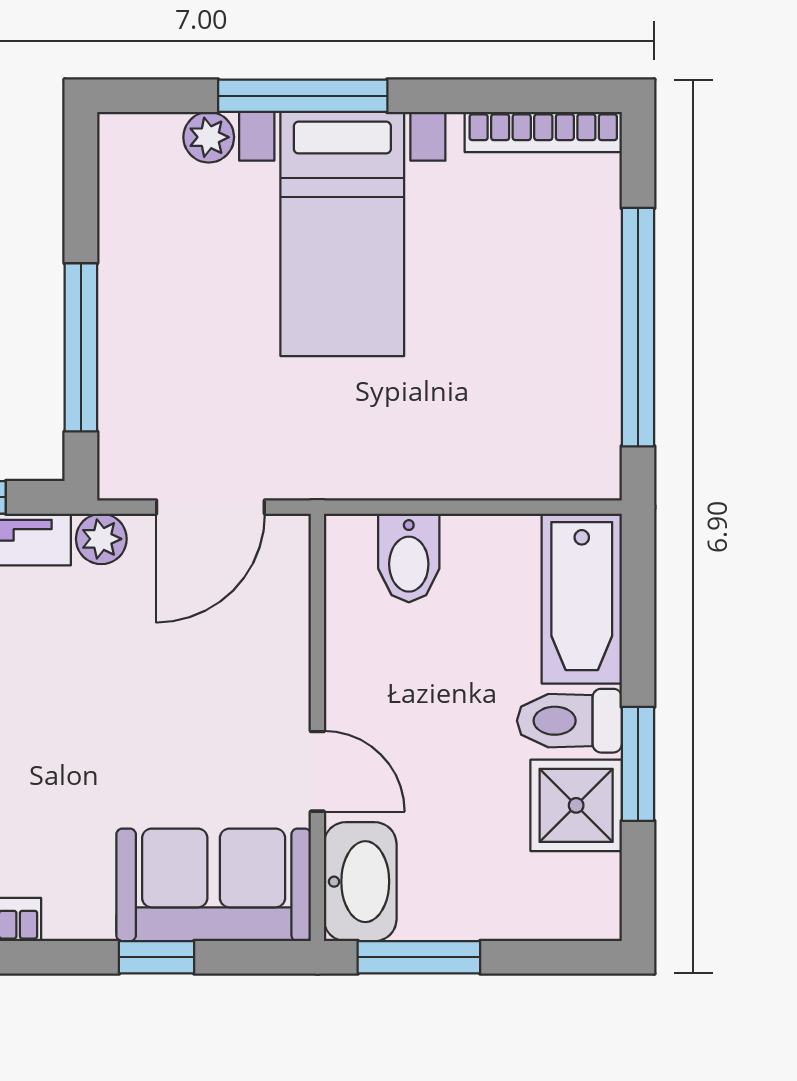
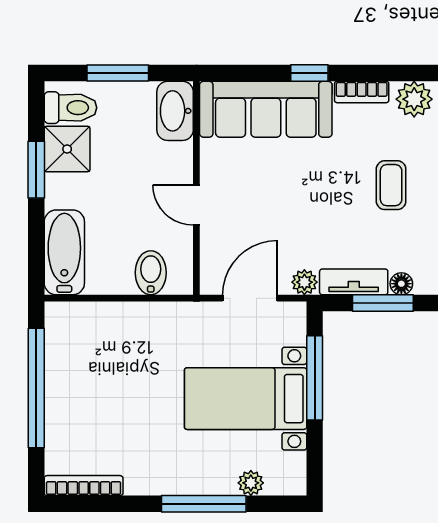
bed with nightstands: (342, 234) -> (246, 399), moved, turned -90
toilet: (569, 721) -> (70, 108), moved
door: (317, 771) -> (196, 205), moved
sofa: (214, 885) -> (266, 109), width x1.36
window: (157, 957) -> (309, 73), moved
window: (419, 957) -> (118, 73), moved

